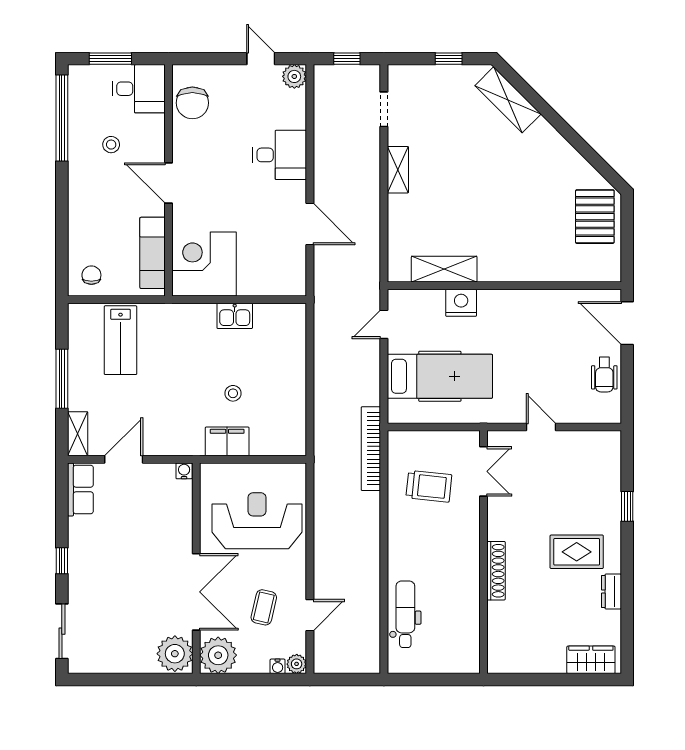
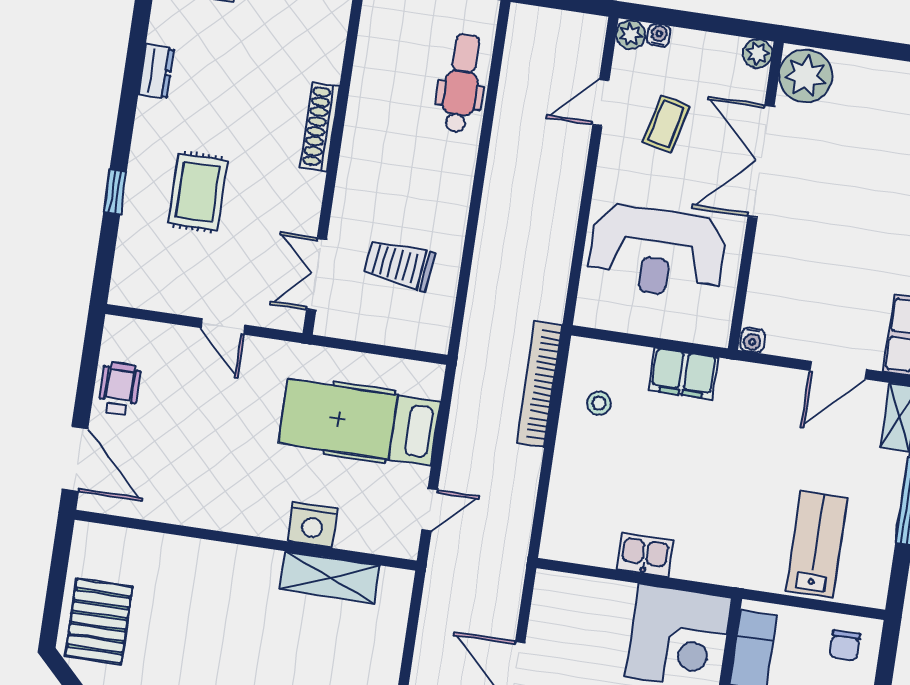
stool: (233, 393) -> (599, 403), moved
bookcase: (371, 449) -> (539, 384), moved, turned 180
rug: (577, 552) -> (198, 192), moved, turned 90
dental chair: (405, 614) -> (461, 83), turned 180
plant: (218, 655) -> (757, 54), width x0.53, depth x0.53

